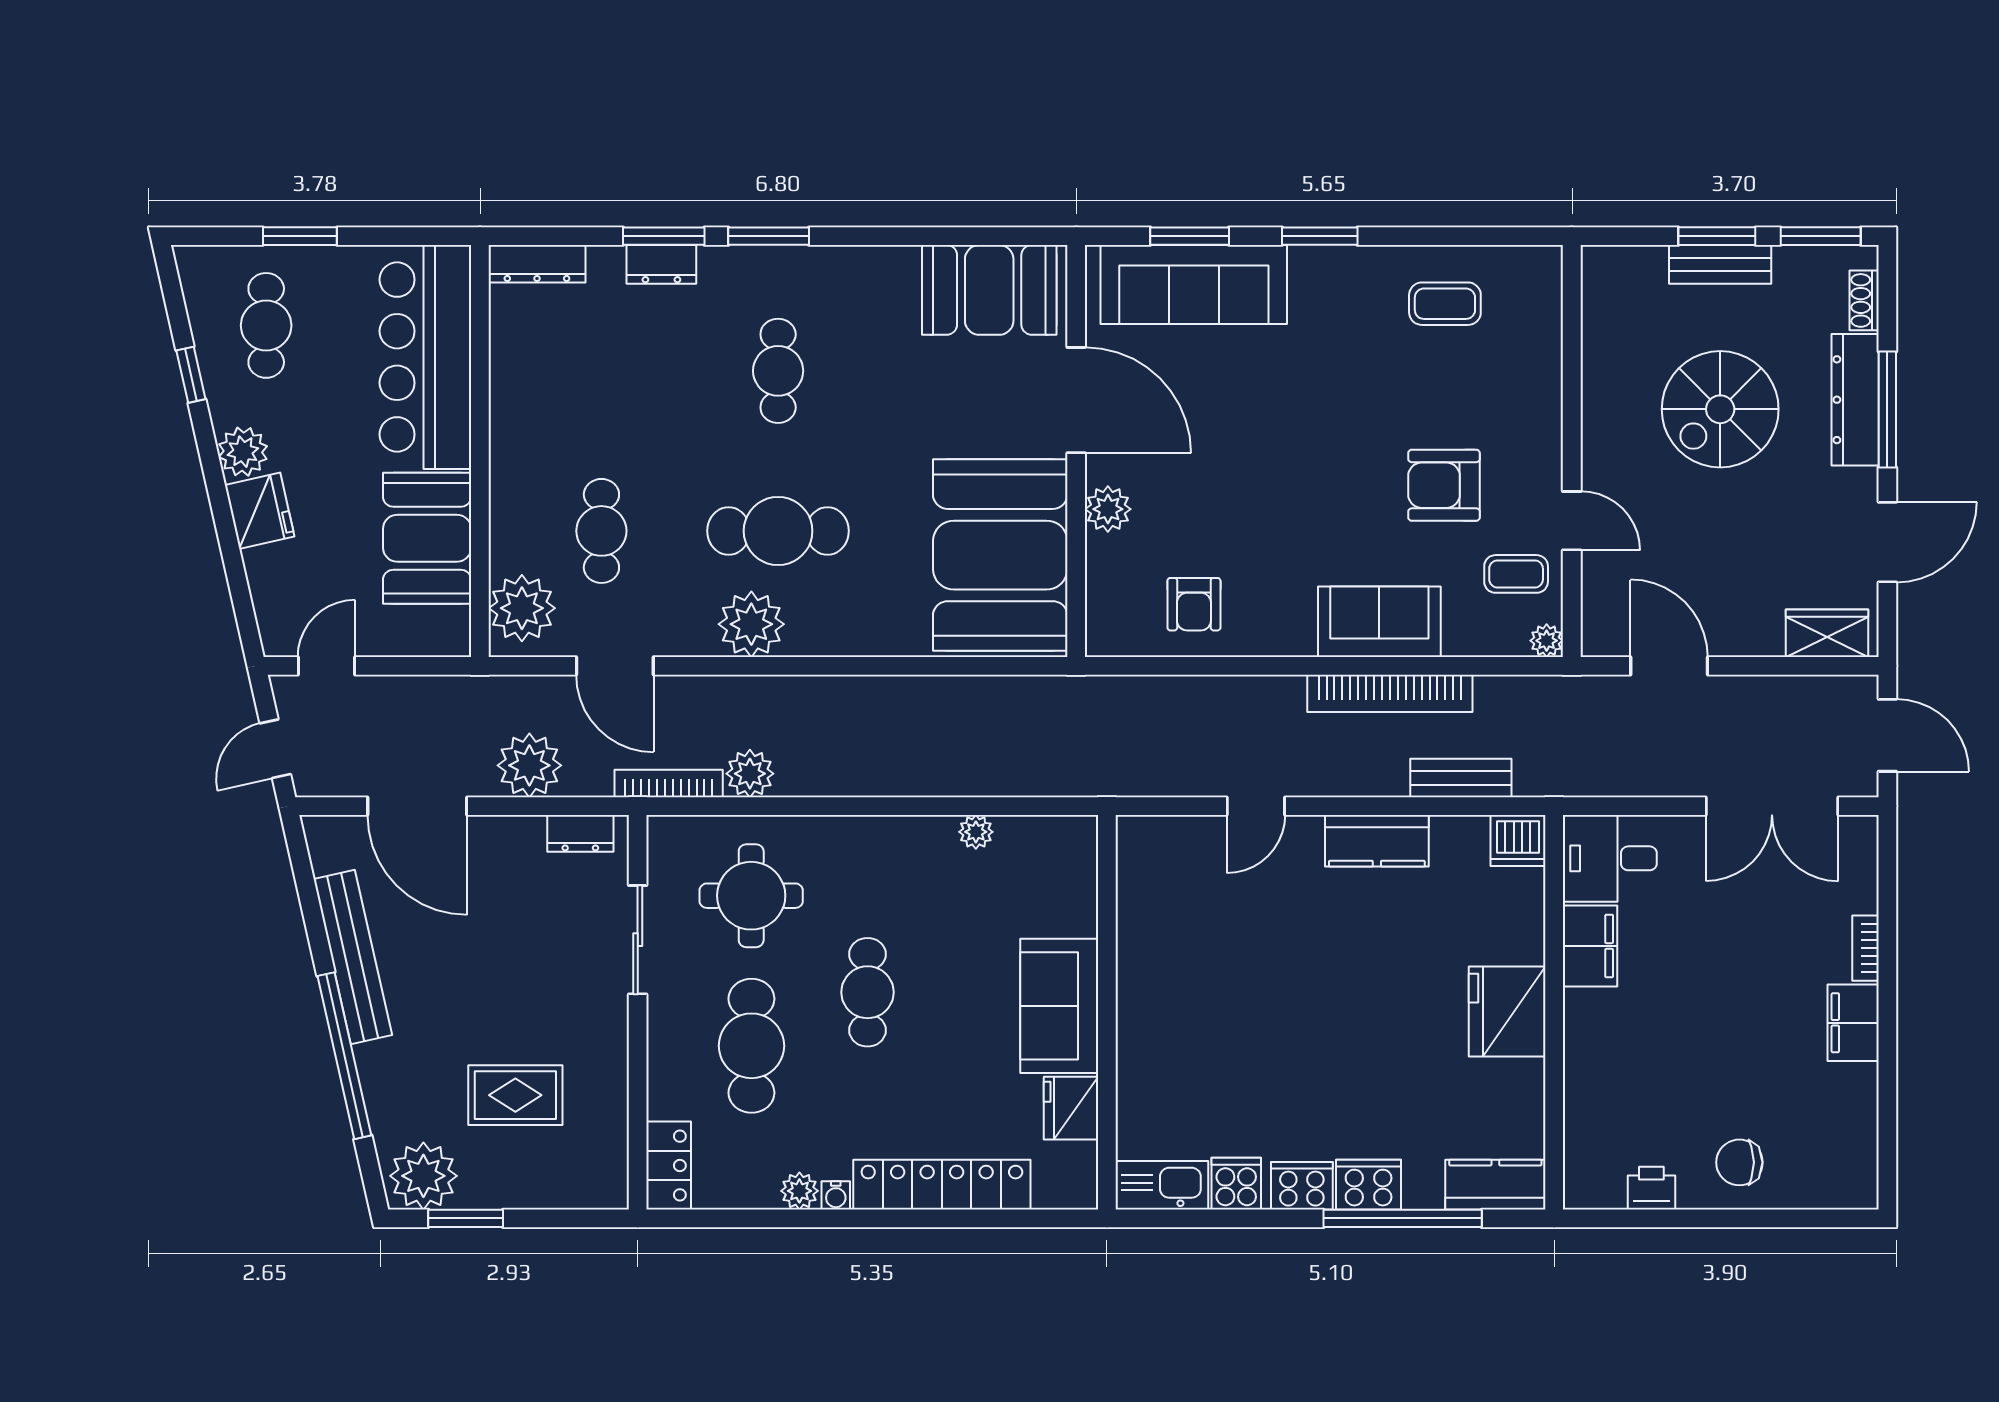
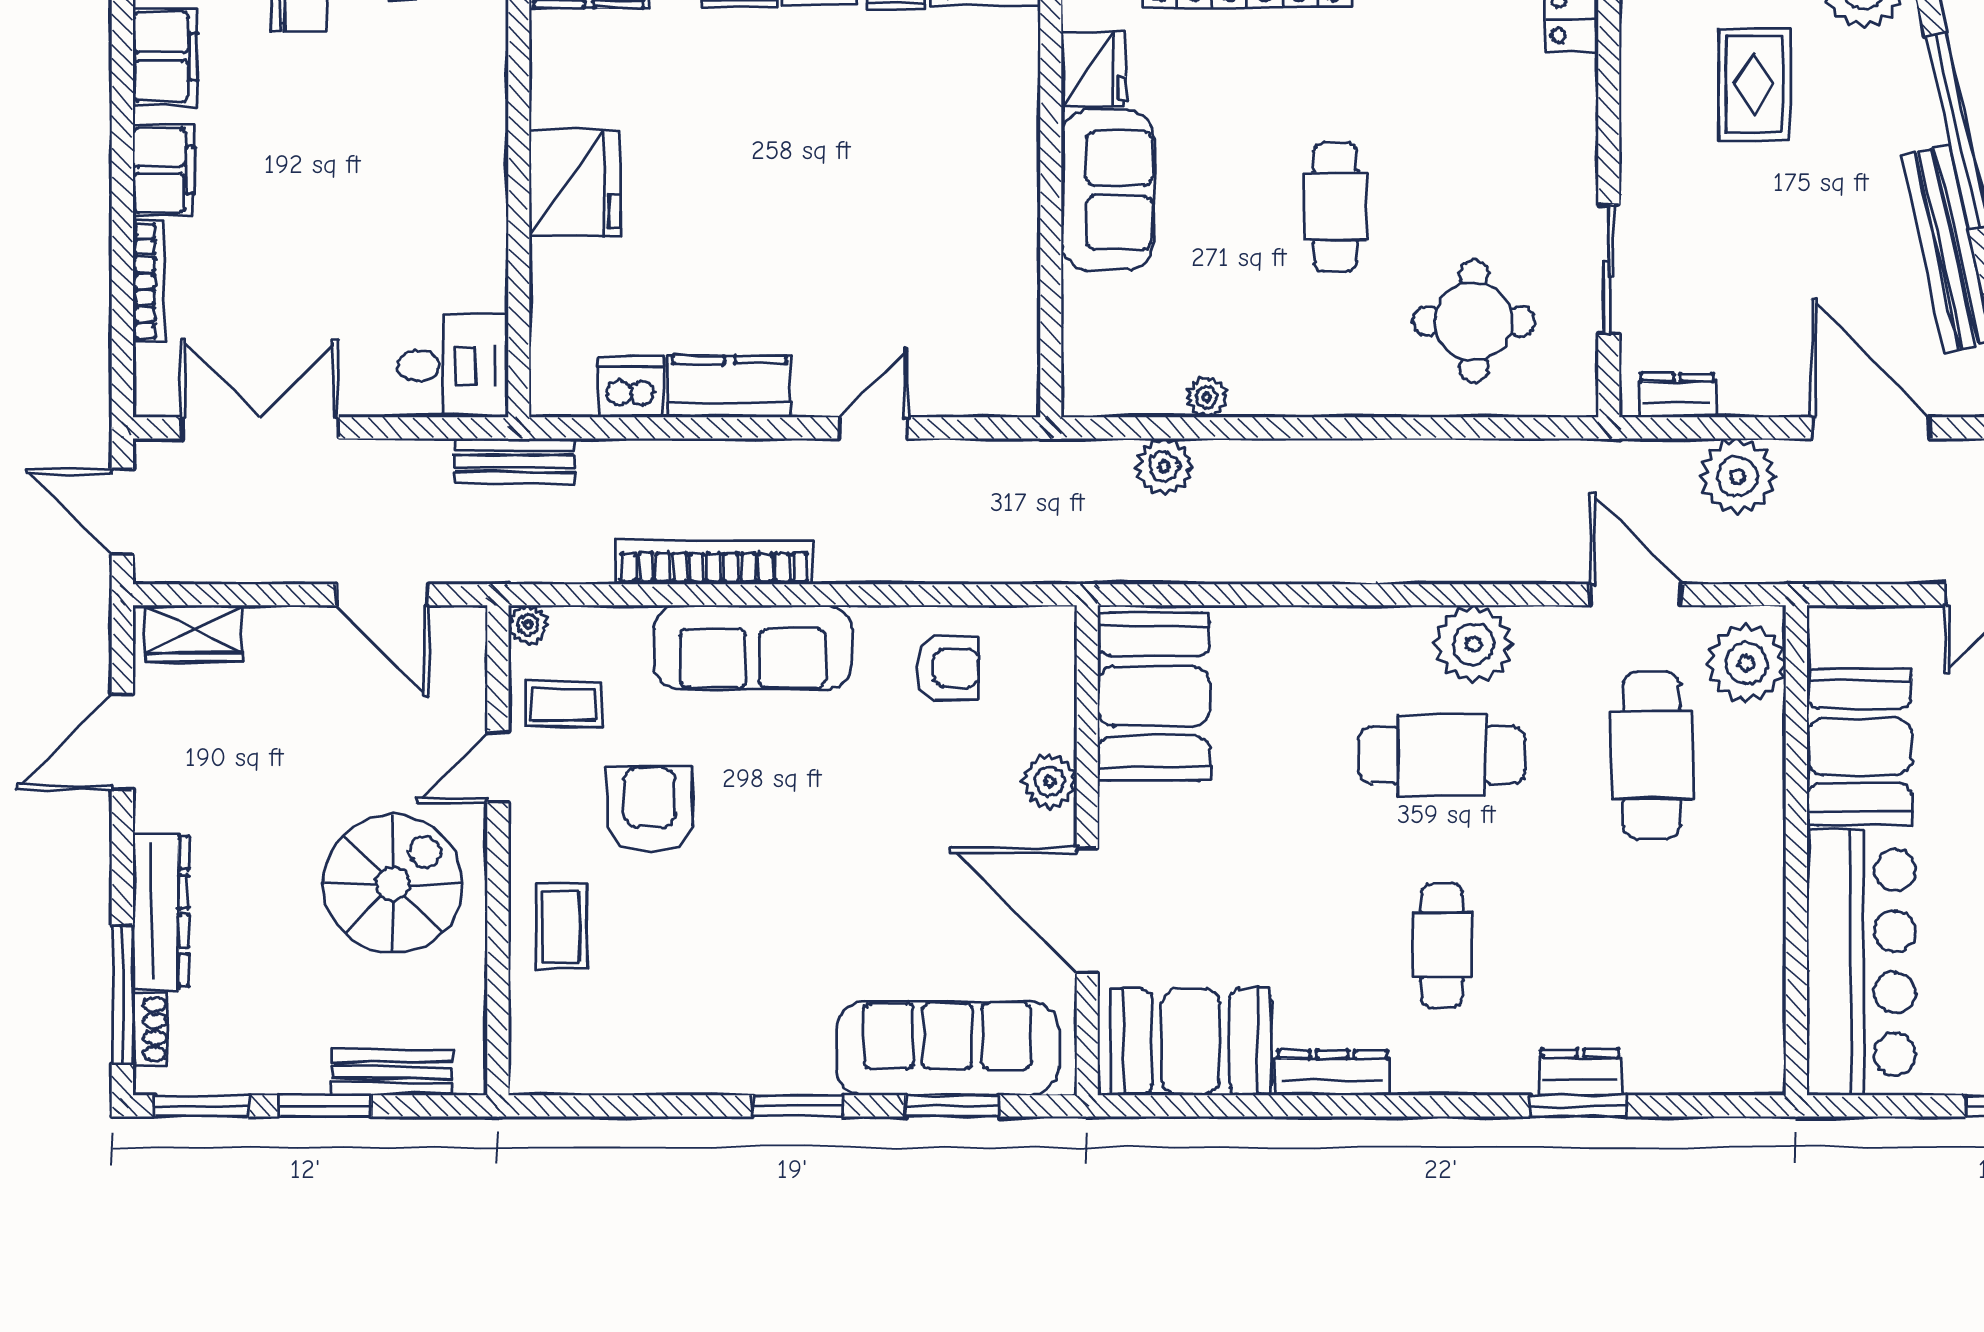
window: (769, 236) -> (1453, 1106), removed
dresser: (537, 264) -> (1332, 1073), moved
bench: (1720, 264) -> (392, 1072), moved
coffee table: (1445, 304) -> (561, 926), moved, turned 90
spiral stairs: (1720, 409) -> (393, 884), moved
window: (1887, 409) -> (122, 994), moved
armchair: (1444, 485) -> (650, 810), turned -90
door: (1572, 521) -> (498, 767), hinge flipped
cafe table: (601, 531) -> (1652, 755), width x1.37, depth x1.35
booth: (1000, 555) -> (1154, 696), width x0.73, depth x0.70
armchair: (1194, 604) -> (947, 668), turned 90
sofa: (1379, 622) -> (753, 647), width x1.36
plant: (750, 774) -> (1164, 467), moved
bench: (1461, 778) -> (514, 461), moved
bookcase: (669, 784) -> (1572, 455), removed
dishwasher: (1518, 841) -> (631, 387), moved
filing cabinet: (1590, 946) -> (165, 57), moved, turned 180
bookcase: (1866, 948) -> (148, 281), width x1.56
cafe table: (751, 1046) -> (1473, 143), removed
rug: (515, 1095) -> (1754, 84), turned 90

